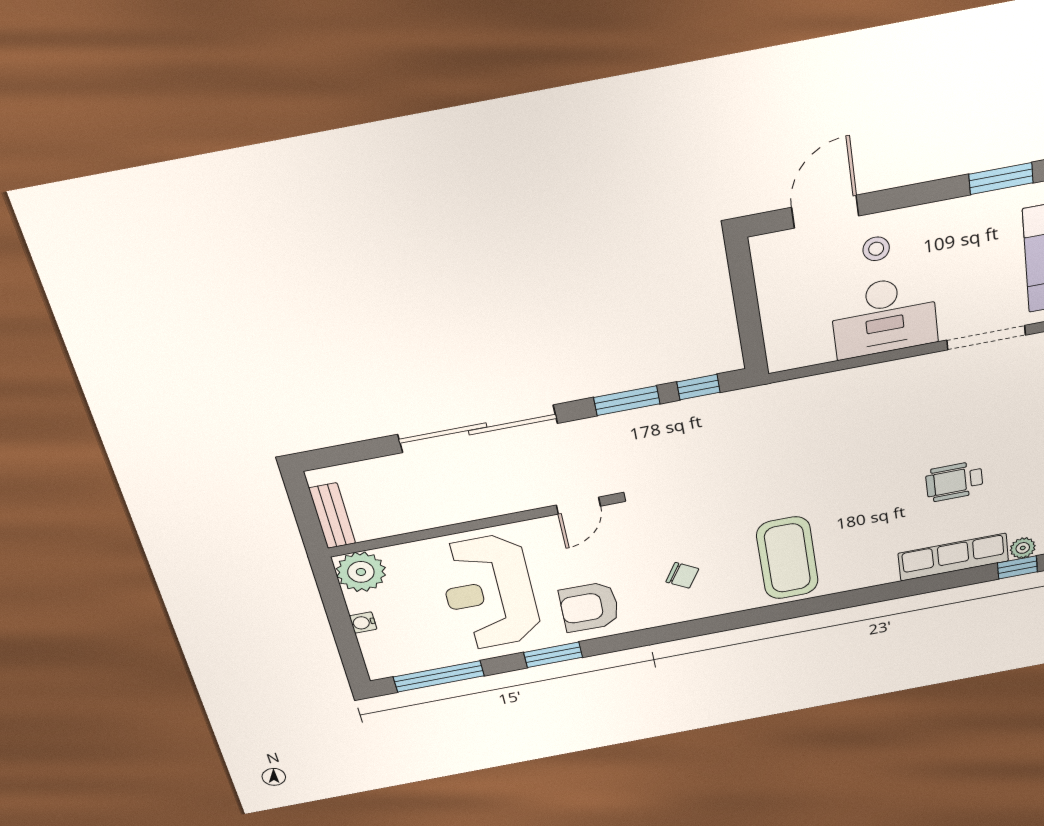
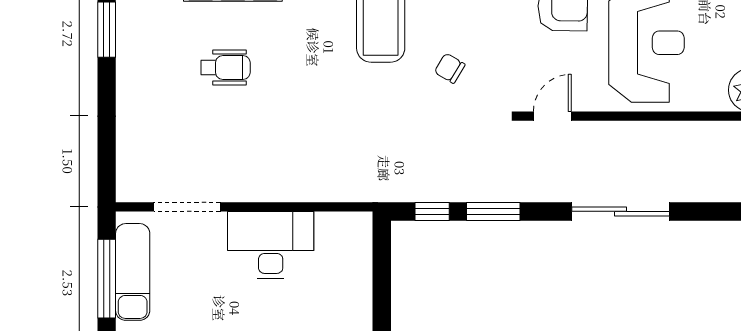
stool: (876, 249) -> (271, 309), removed
sliding door: (478, 429) -> (621, 211), width x0.73
chair: (682, 575) -> (450, 68), moved

